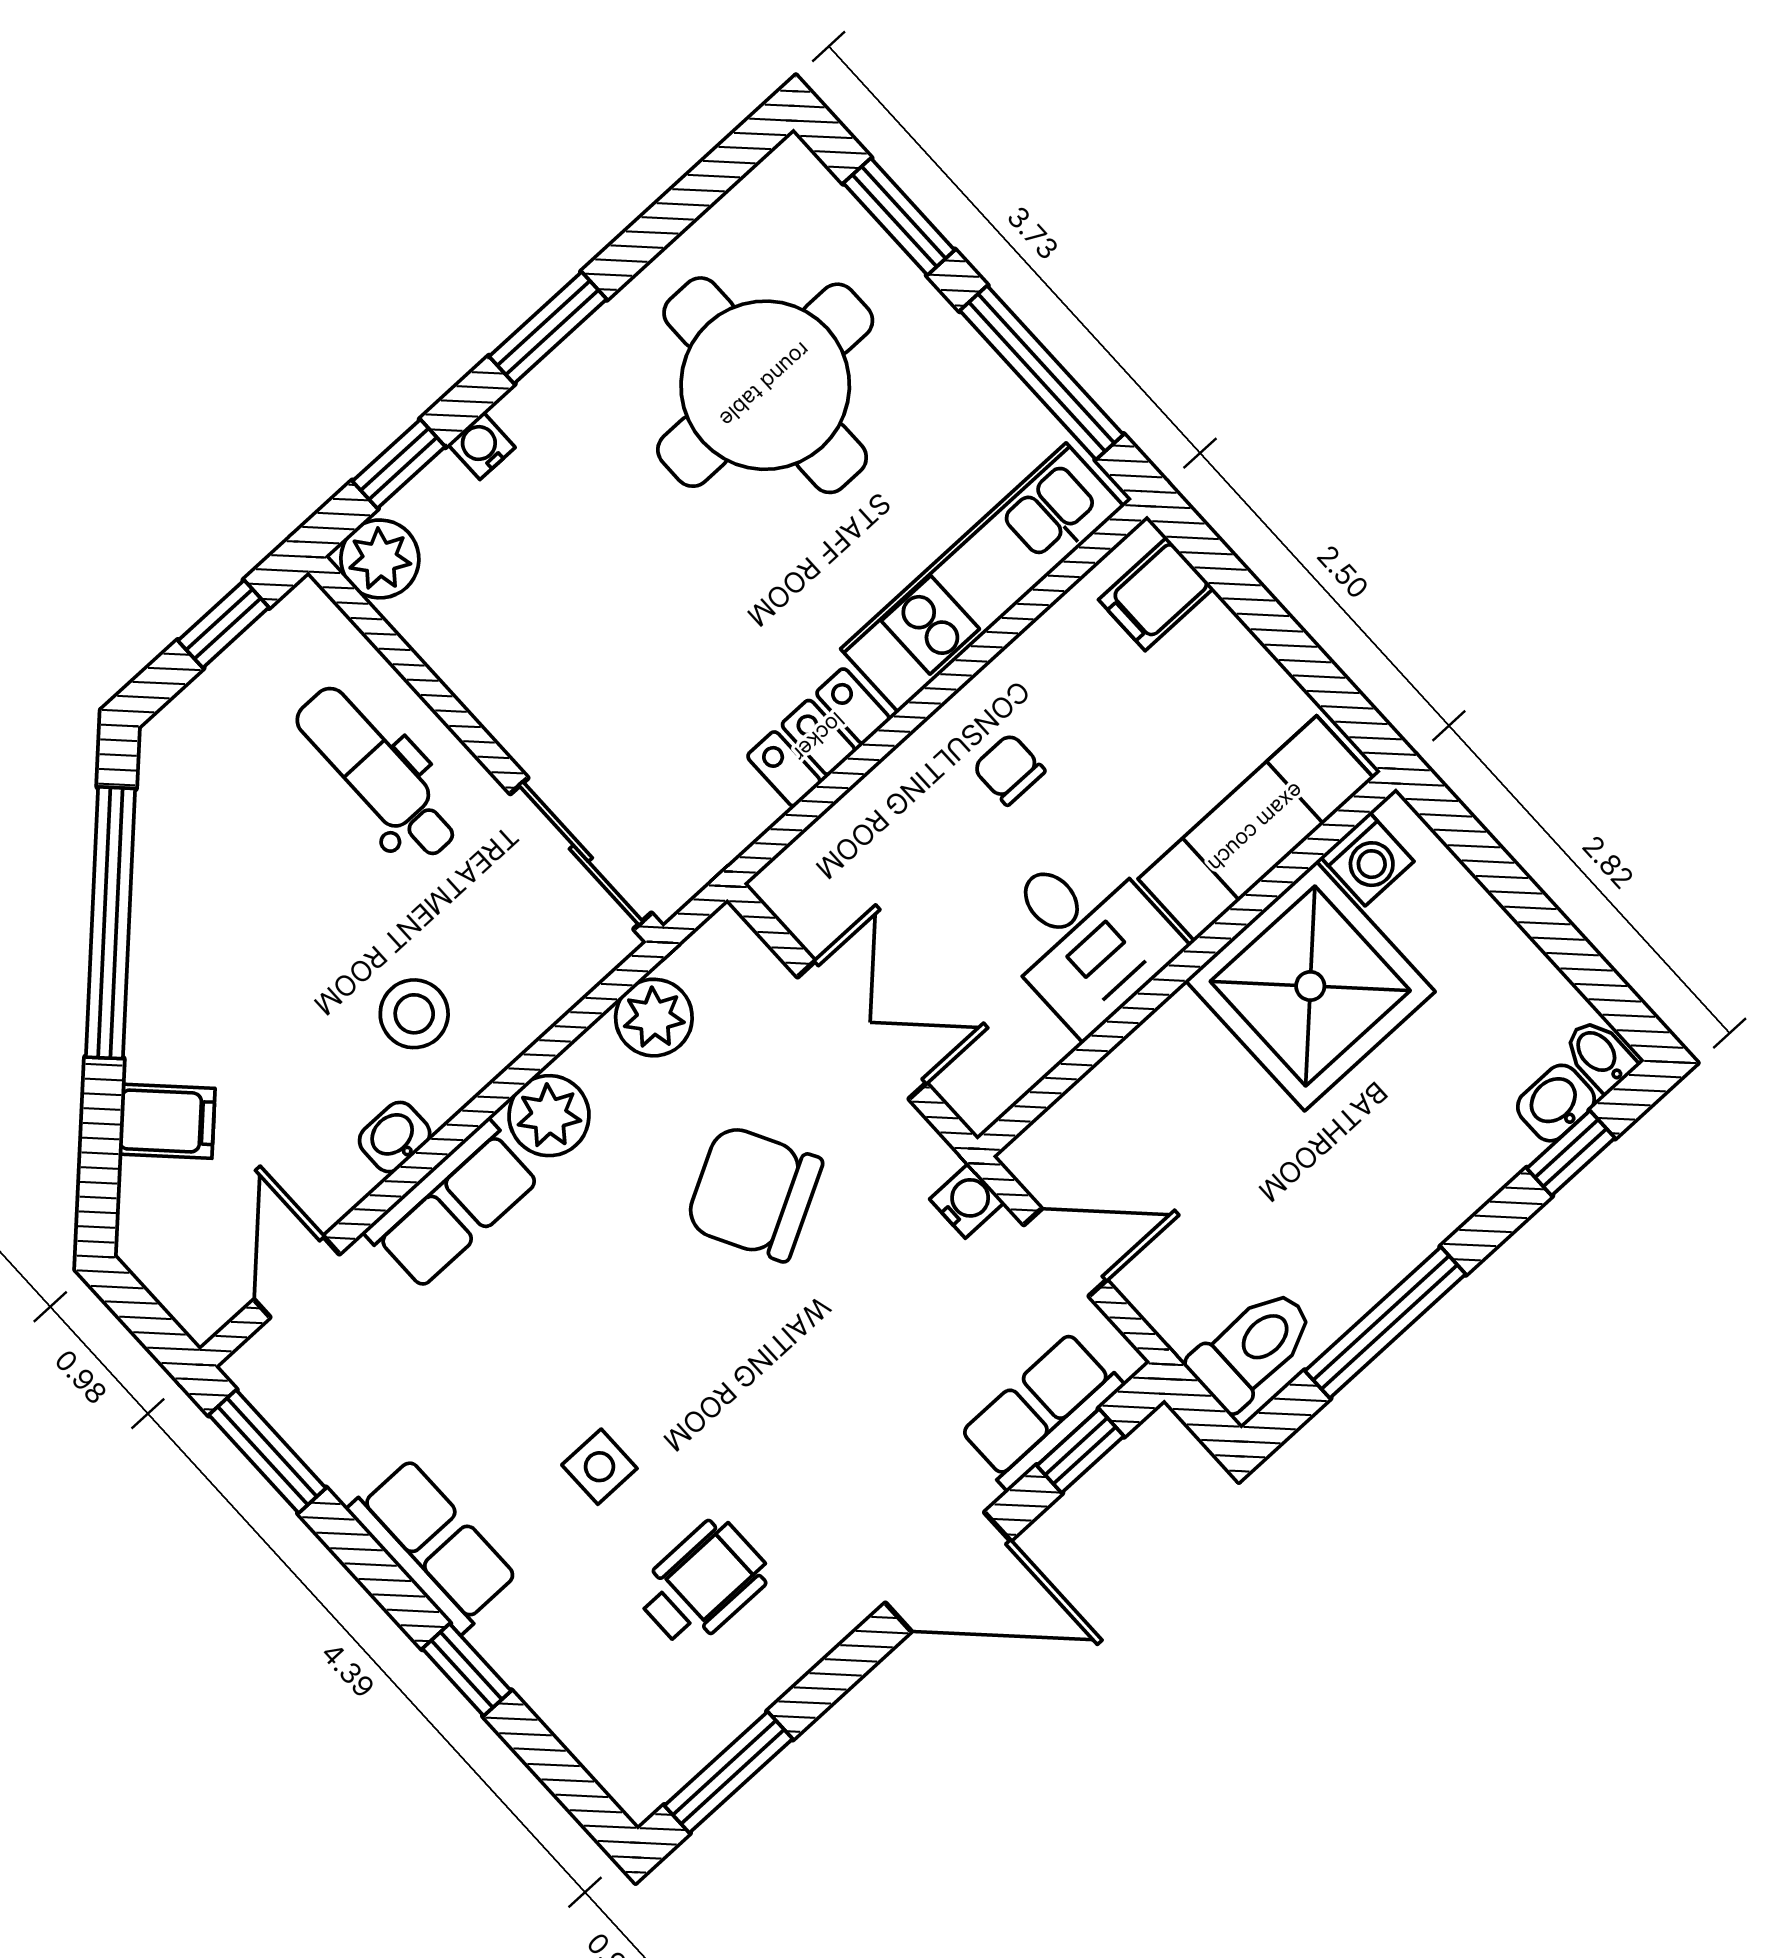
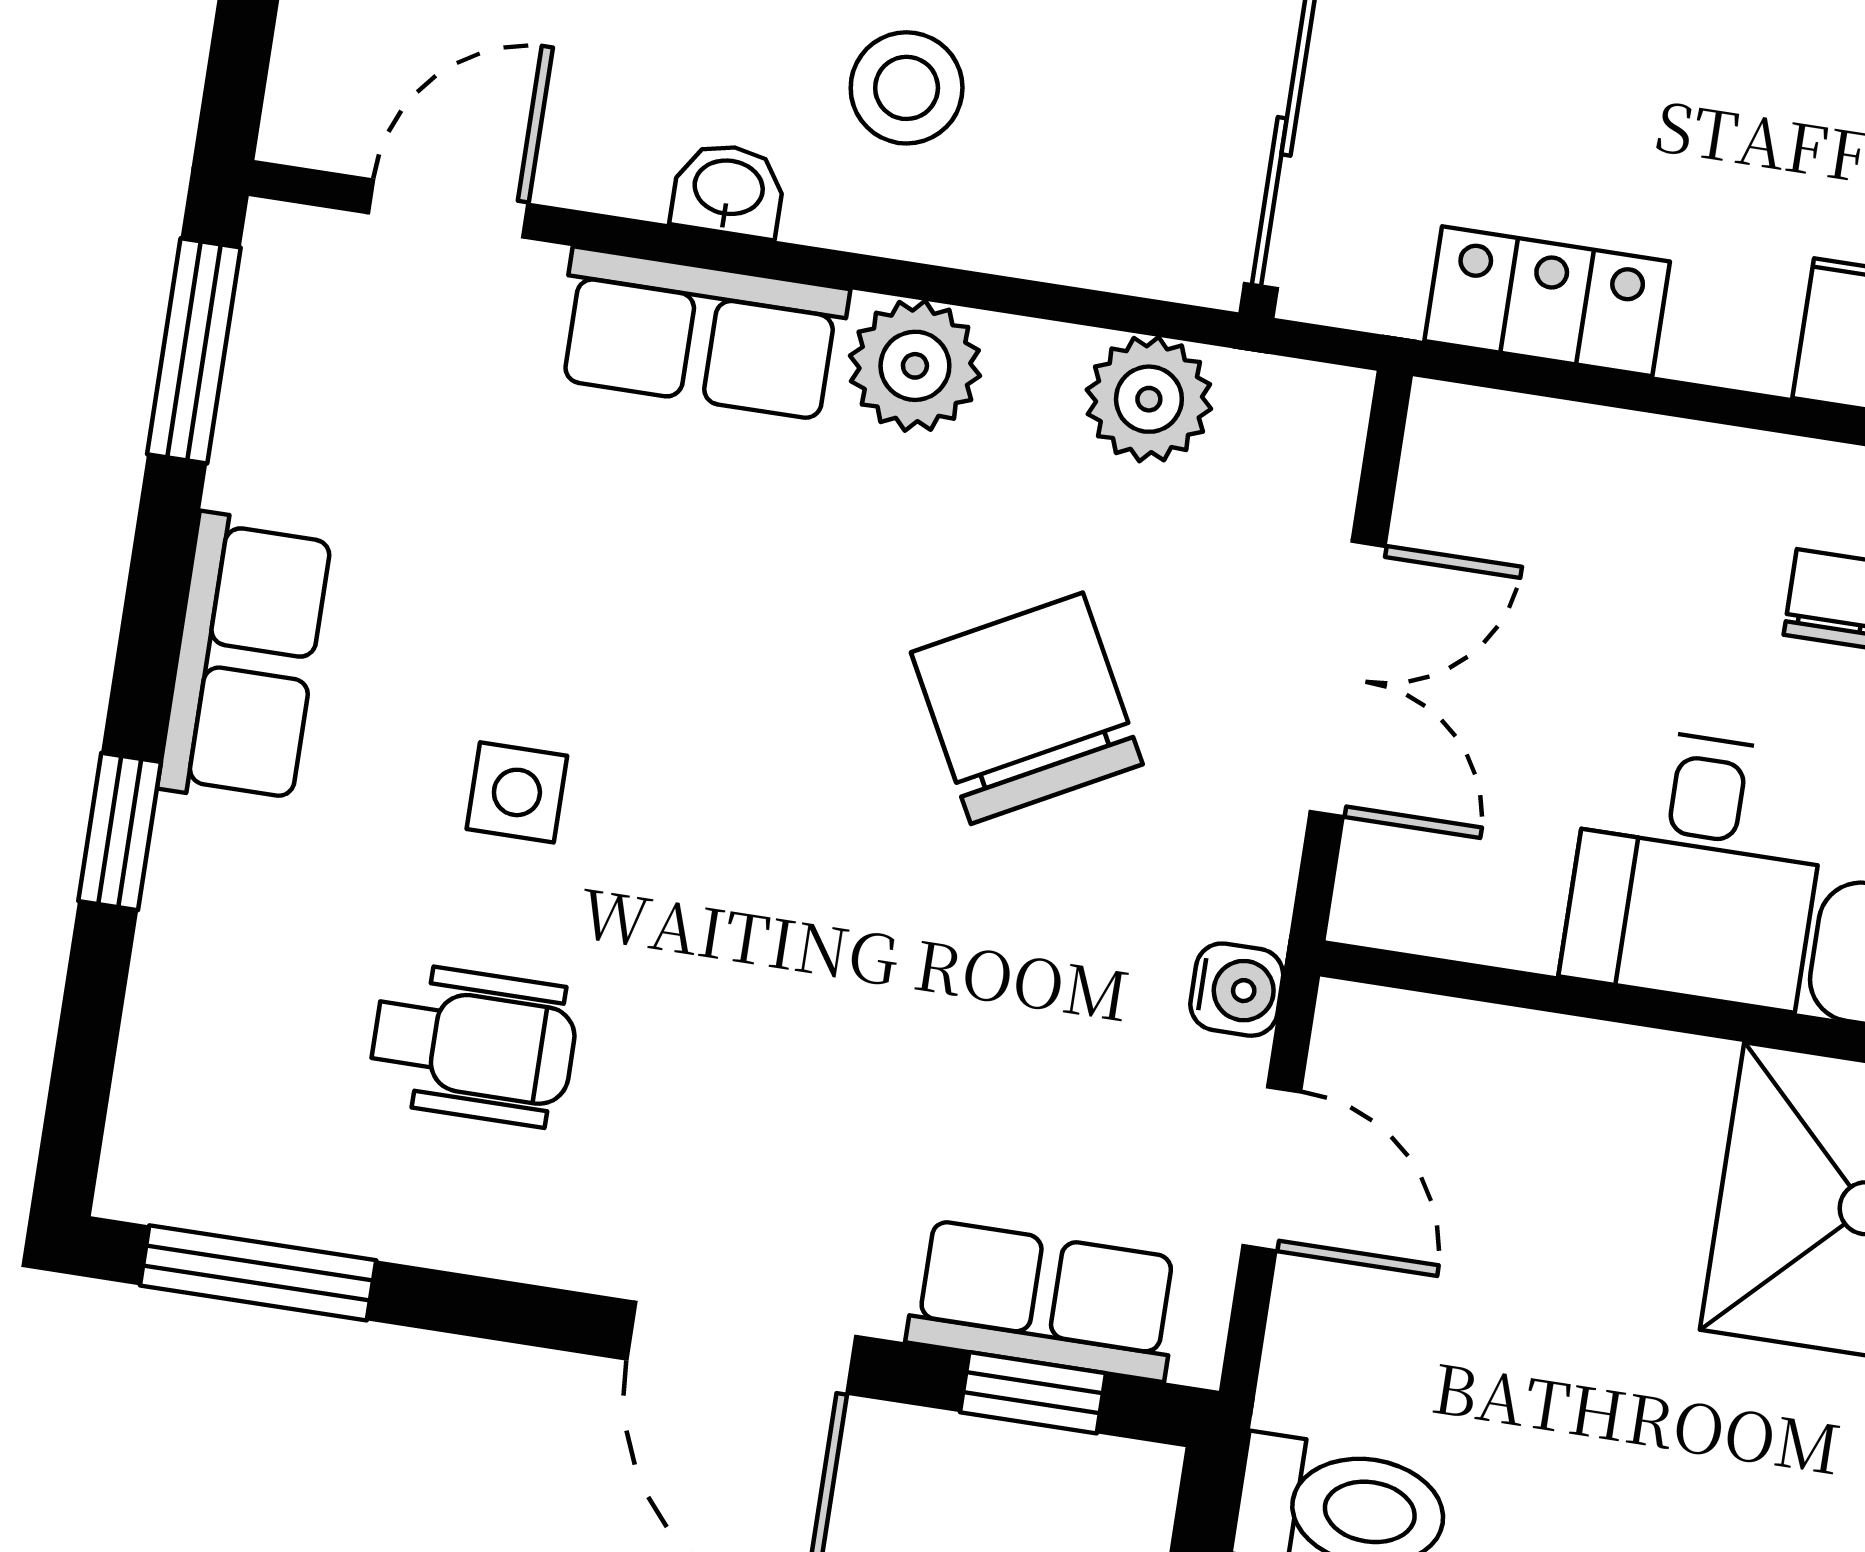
locker: (819, 737) -> (1547, 301), moved

